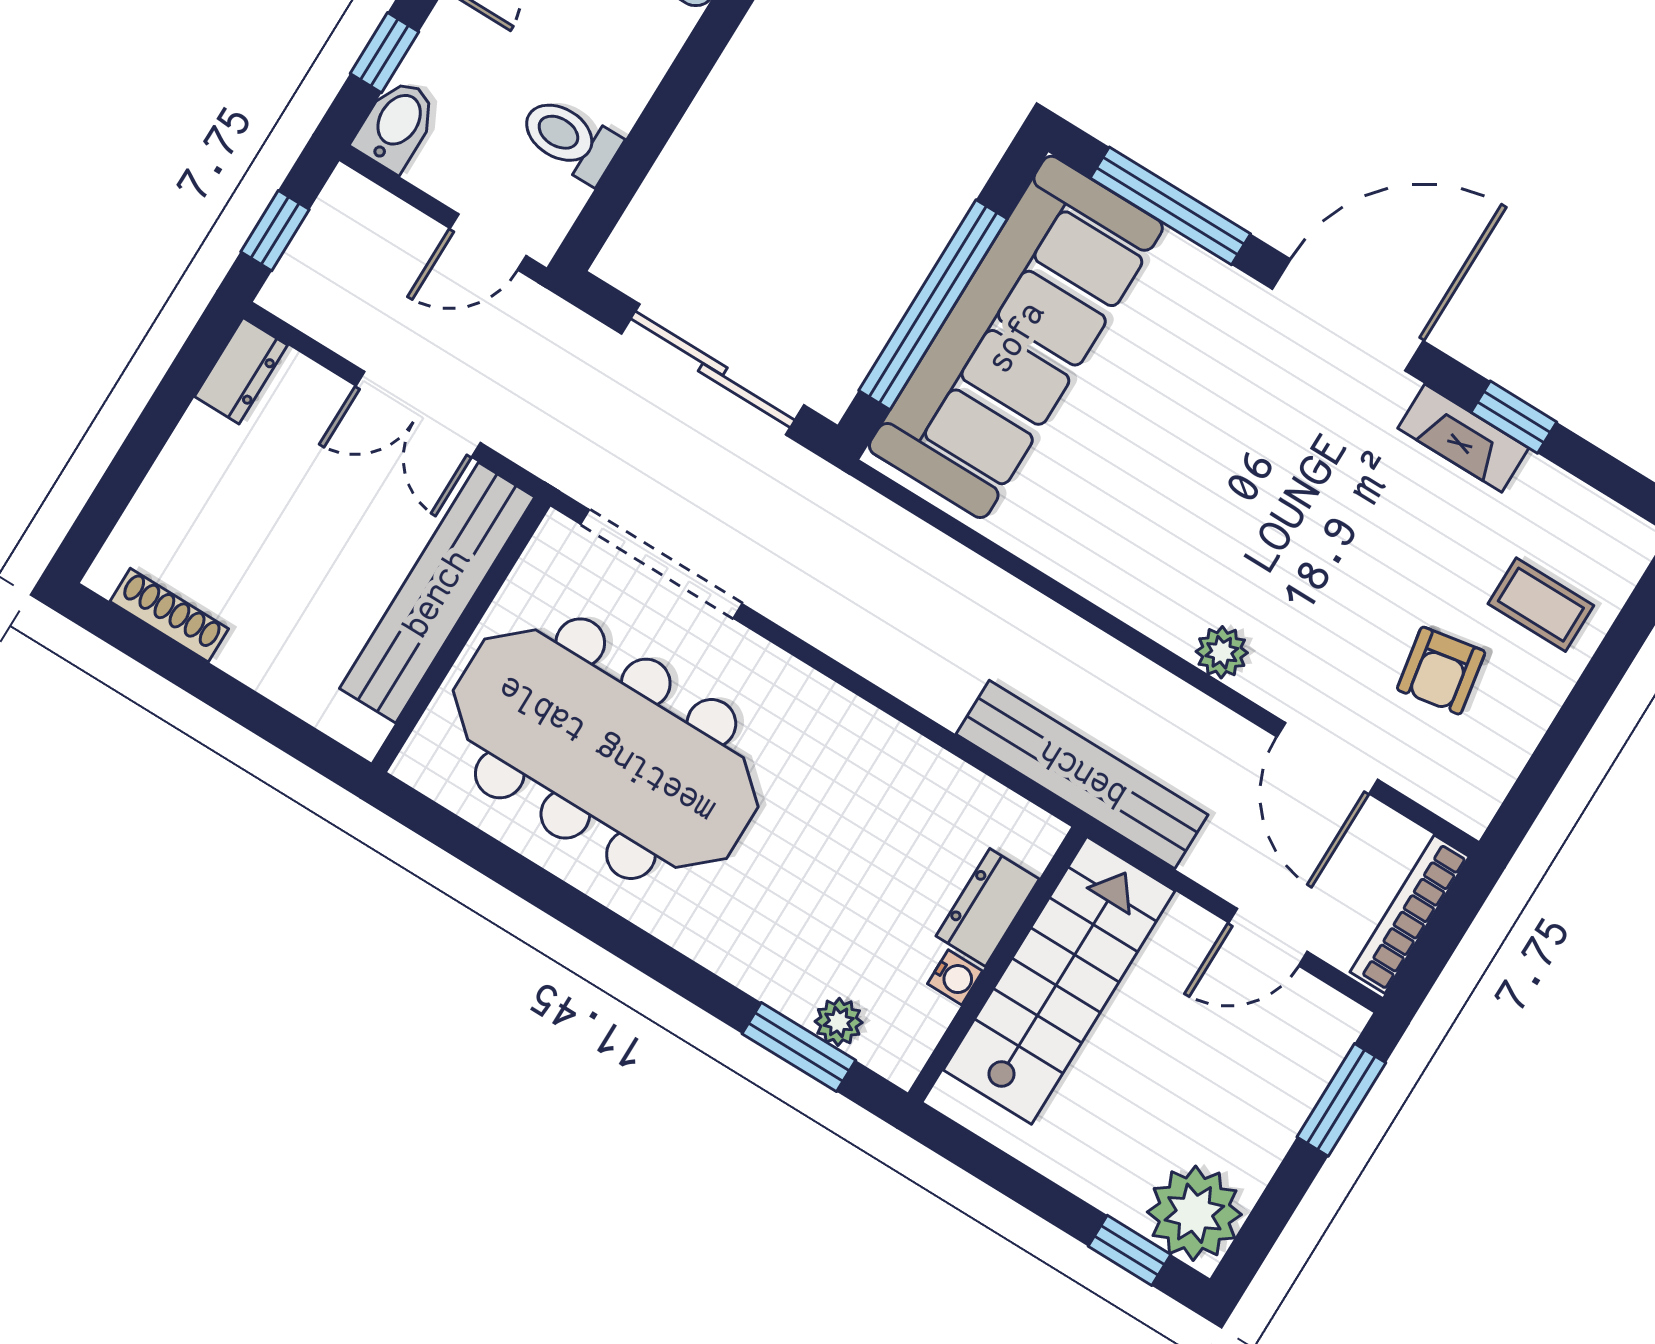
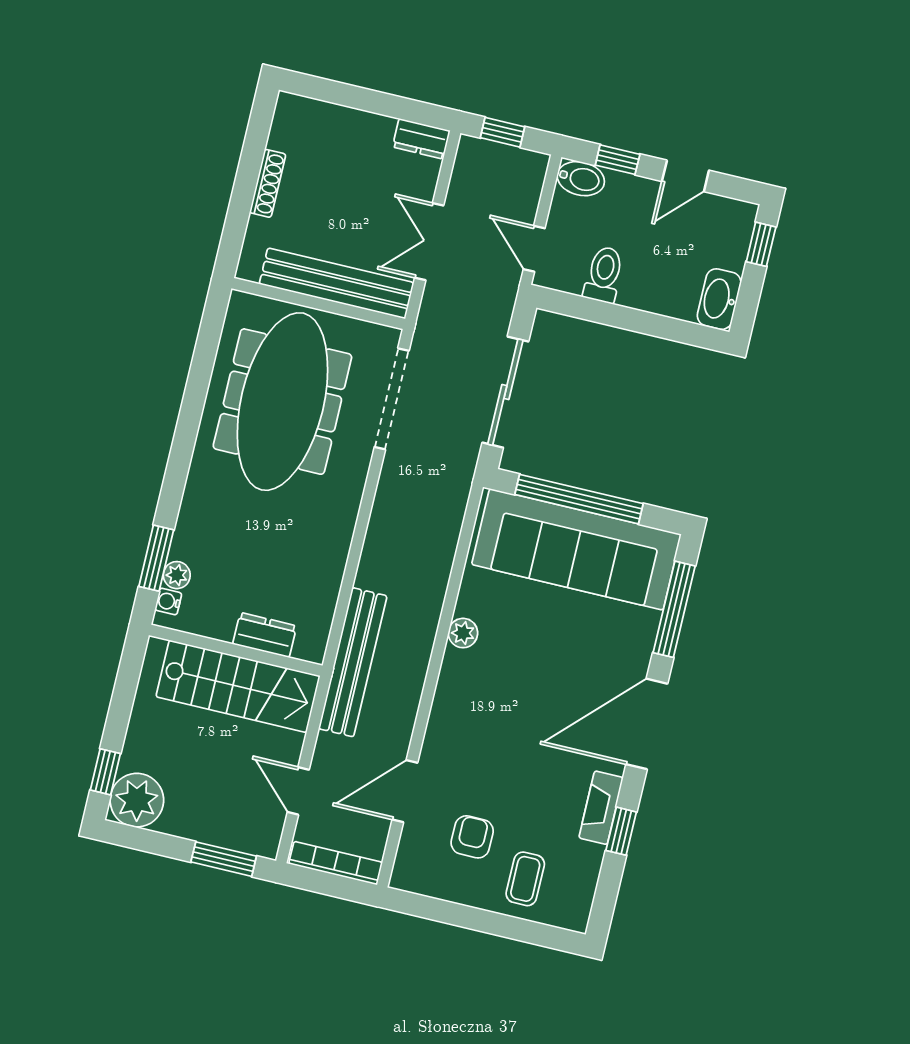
door: (1348, 315) -> (647, 724), swing flipped
shoe rack: (169, 615) -> (268, 183), moved
plant: (1222, 652) -> (463, 633), moved
armchair: (1441, 671) -> (472, 837), turned 100
water cooler: (955, 977) -> (168, 602), moved, turned 90

